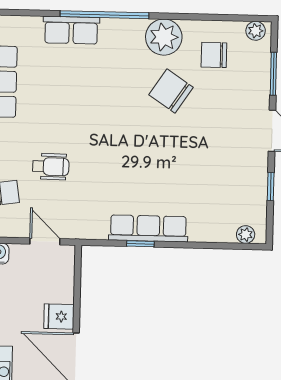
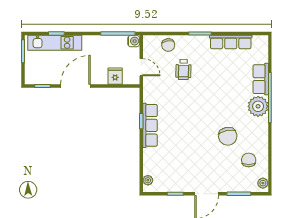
plant: (164, 37) -> (258, 106), moved
chair: (171, 91) -> (228, 136), turned 134
door: (45, 241) -> (141, 67), hinge flipped
fridge: (59, 316) -> (115, 76), moved

